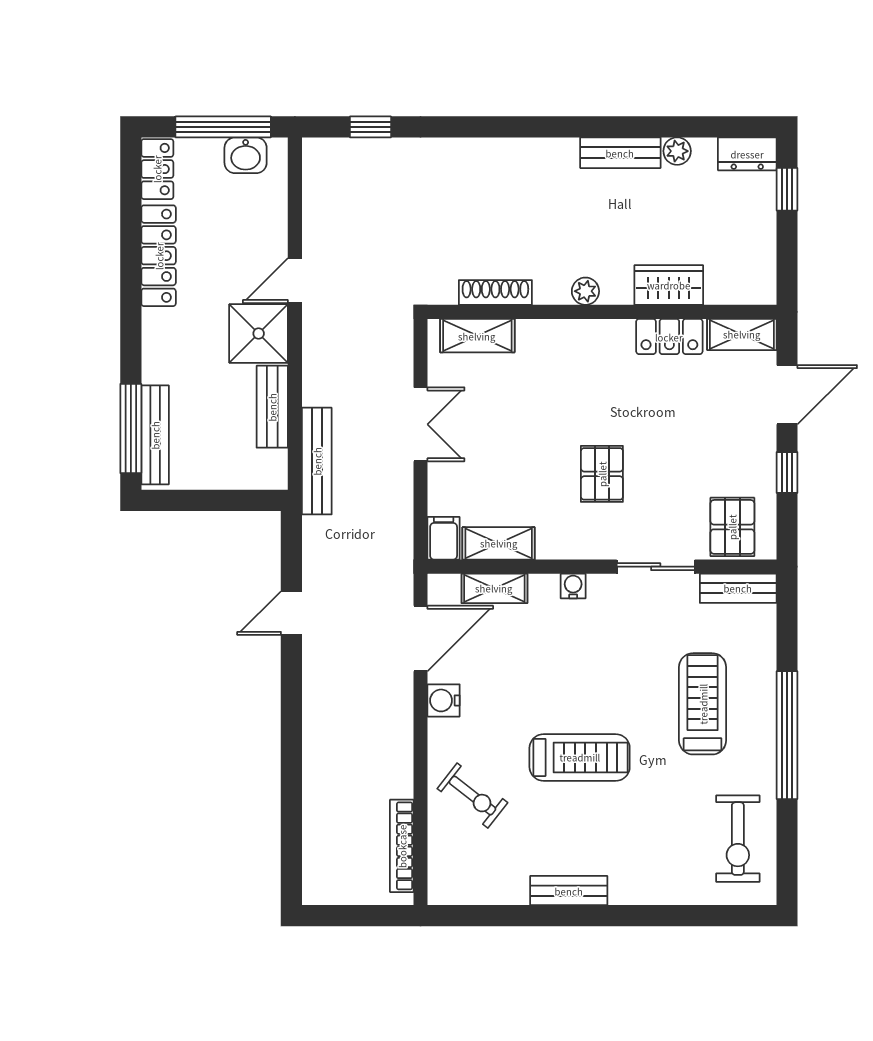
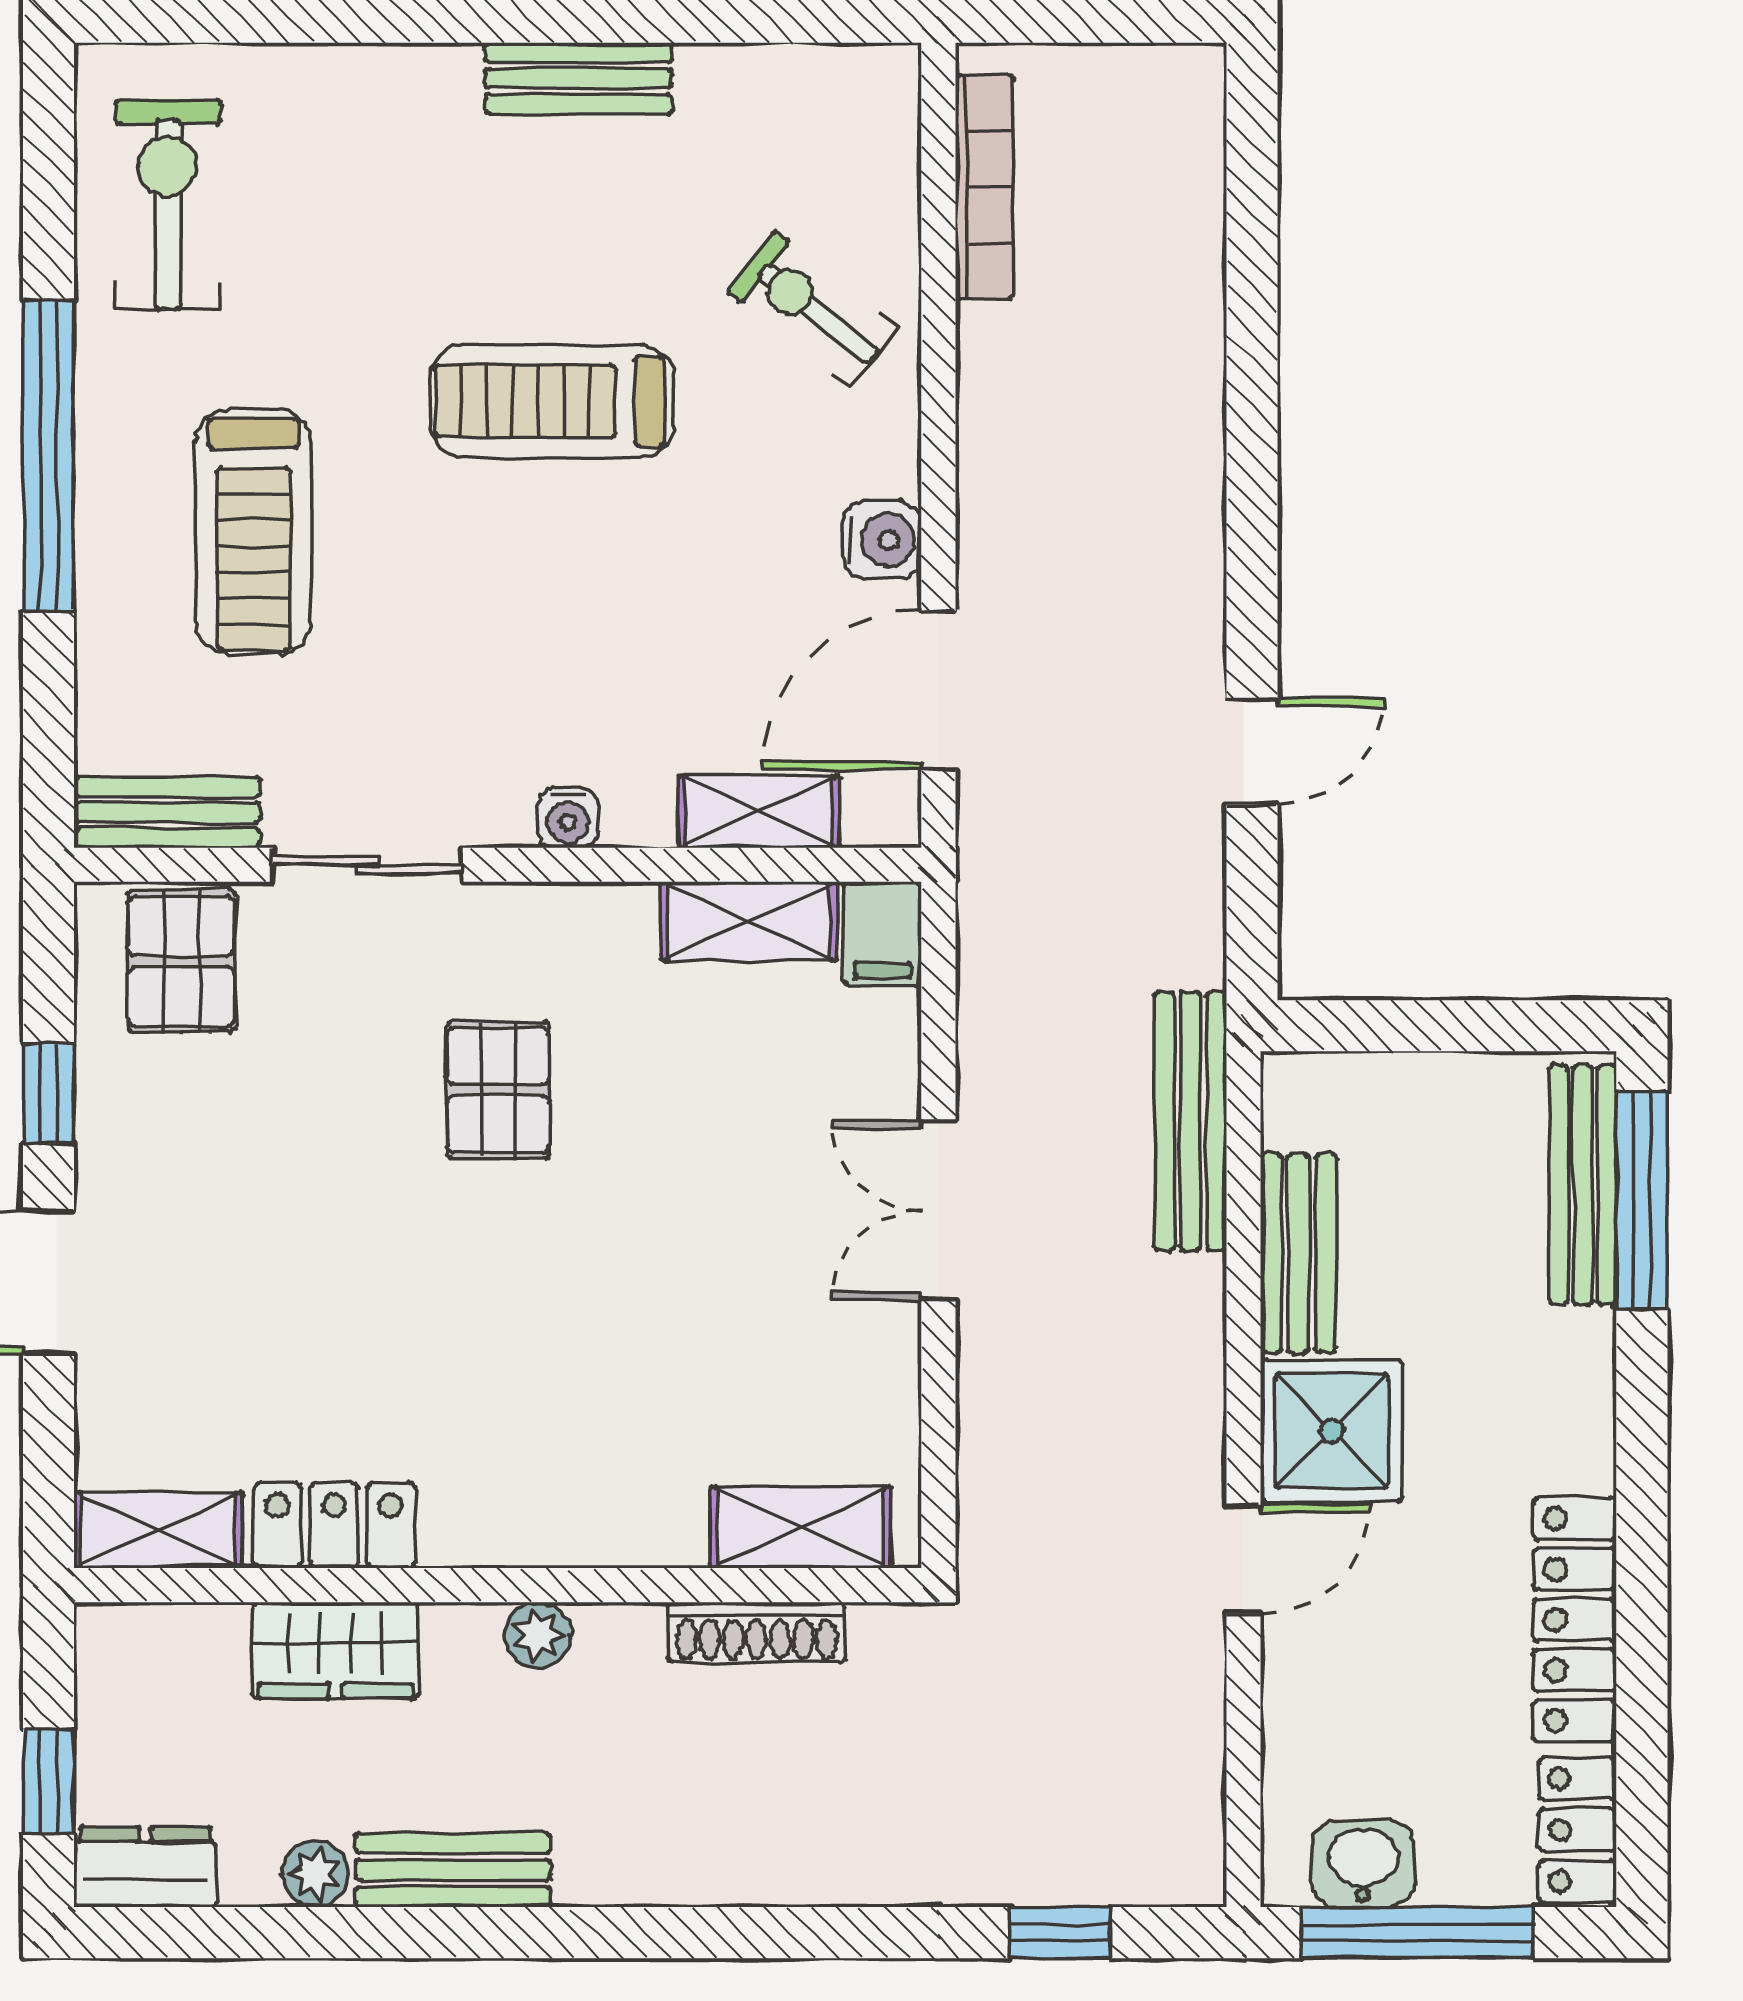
wardrobe: (669, 285) -> (336, 1650), moved
plant: (585, 291) -> (538, 1635), moved
shoe rack: (495, 292) -> (757, 1632), moved
wall: (602, 312) -> (498, 1585), moved
shelving: (742, 334) -> (158, 1530), moved
shelving: (477, 336) -> (800, 1527), moved
locker: (669, 337) -> (334, 1525), moved

